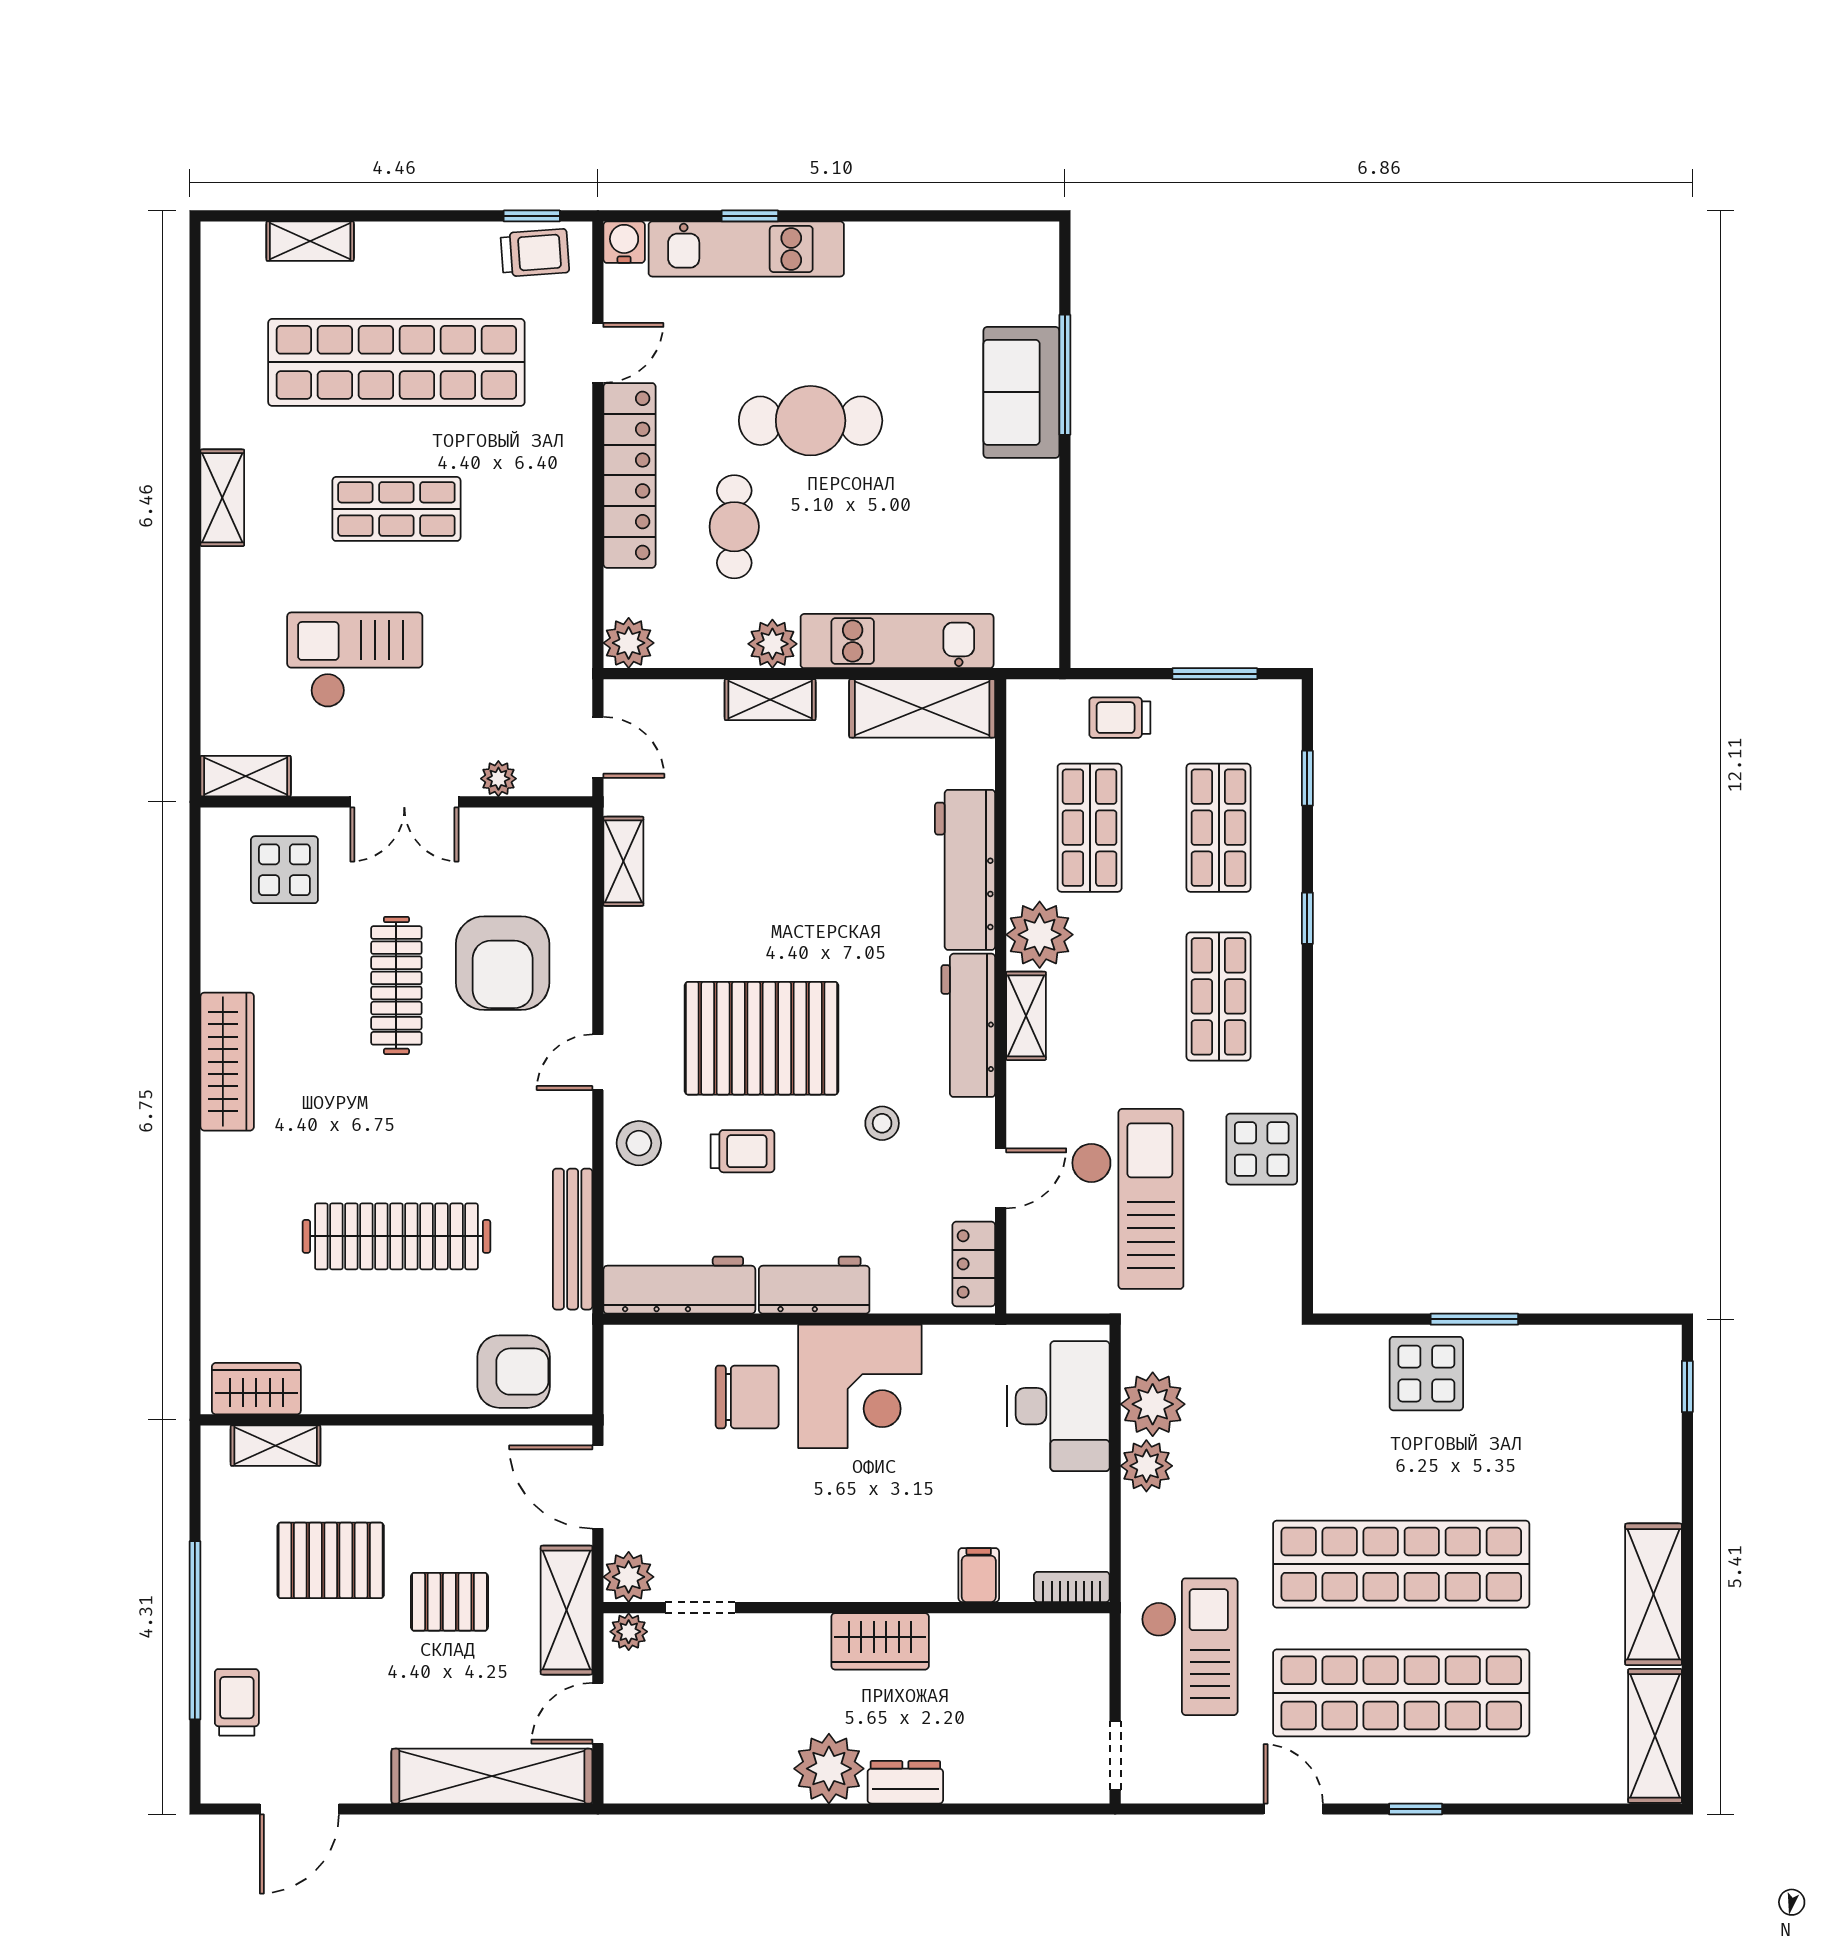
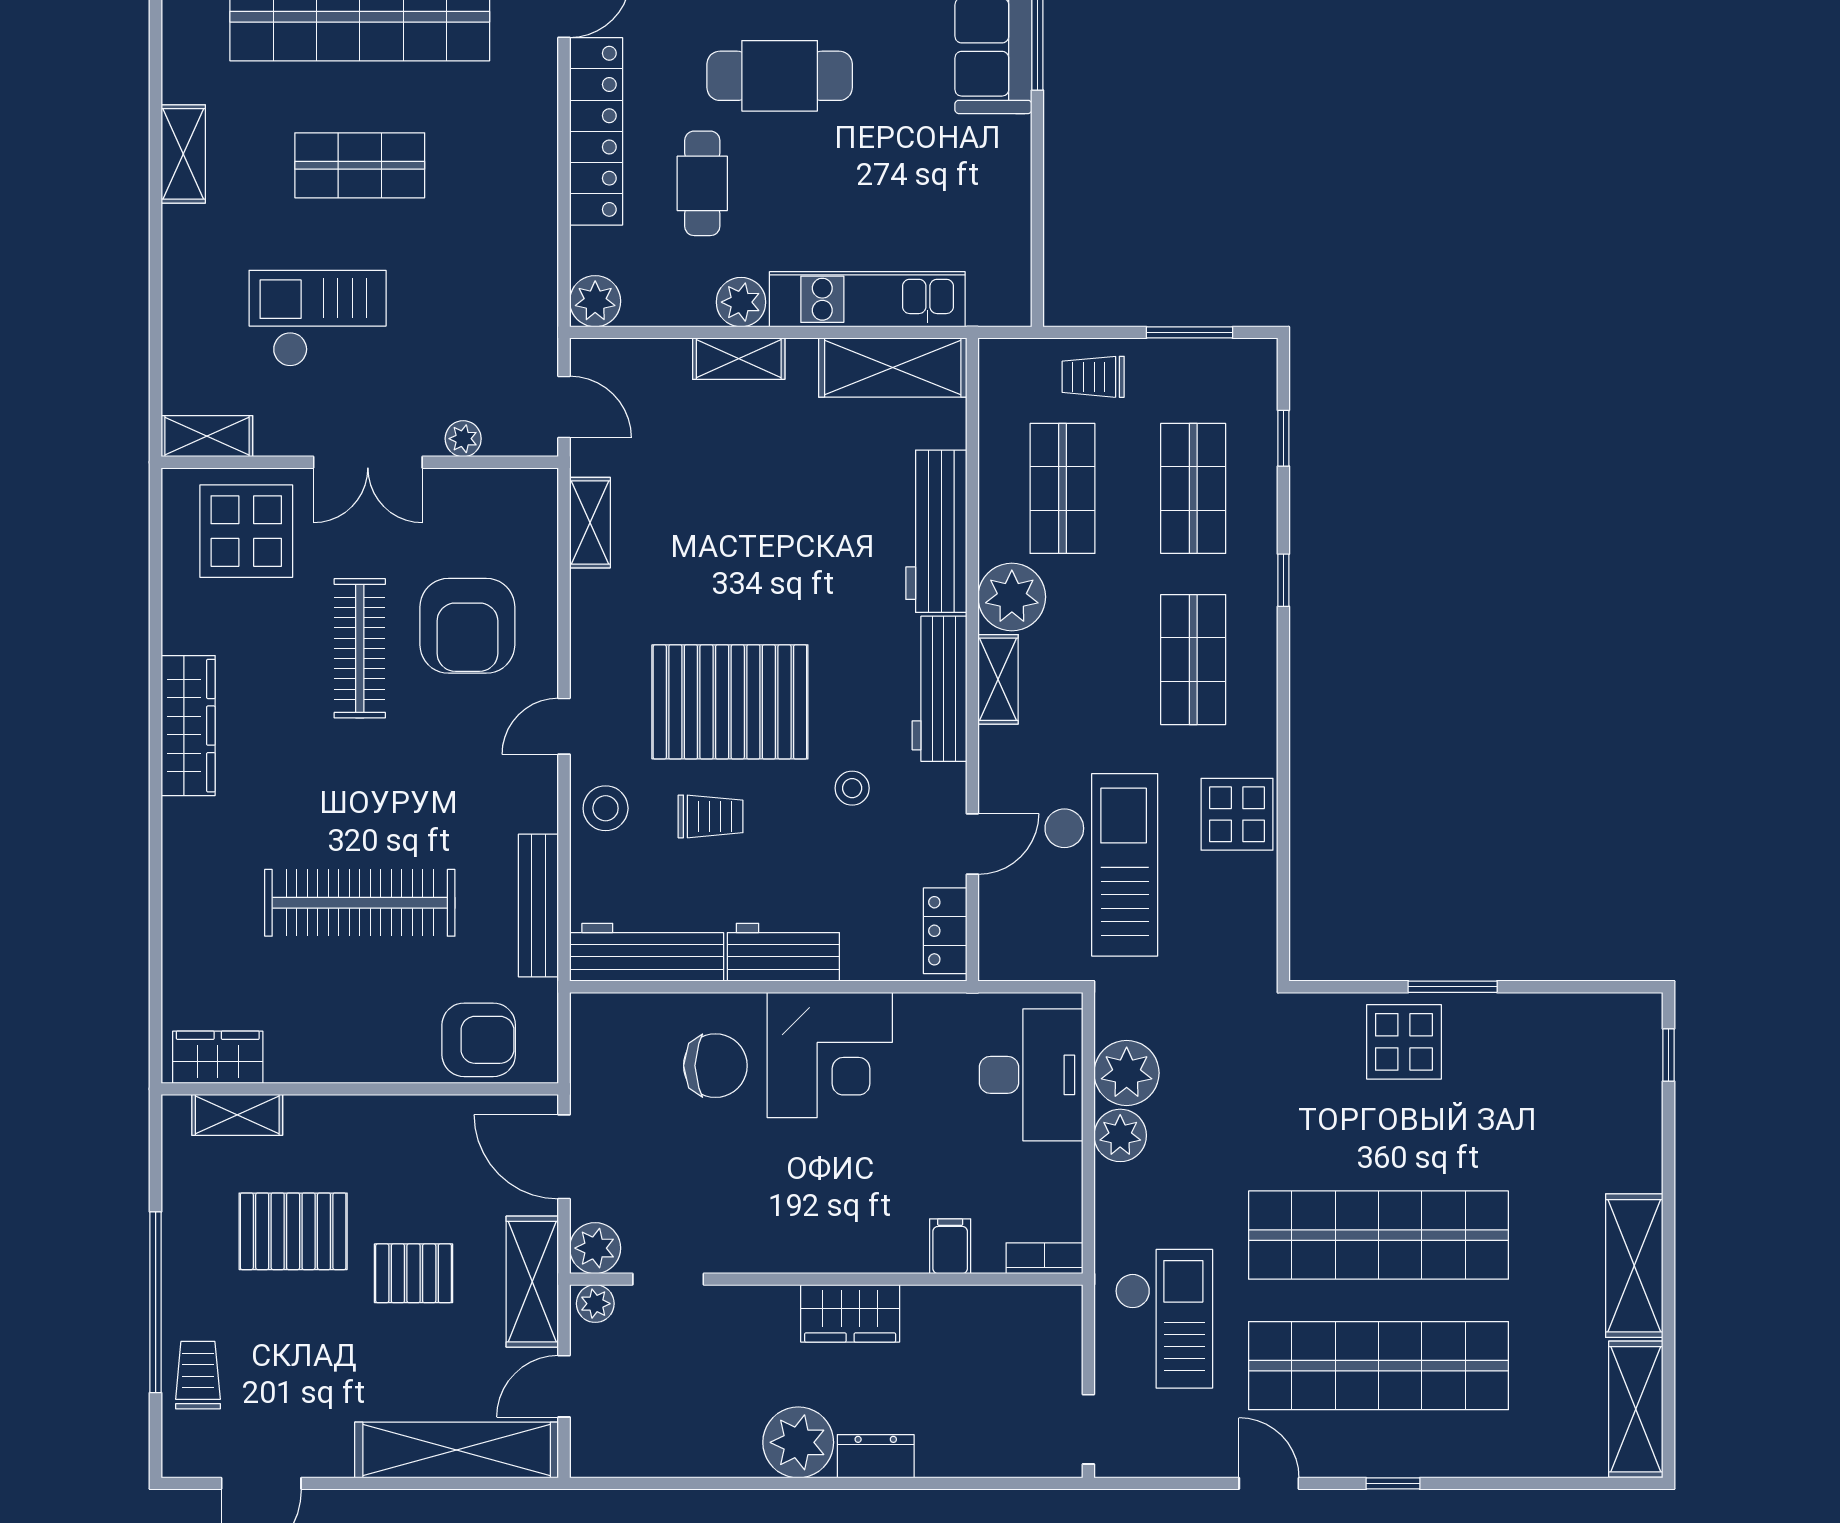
display table: (284, 870) -> (246, 531), width x1.36, depth x1.36

